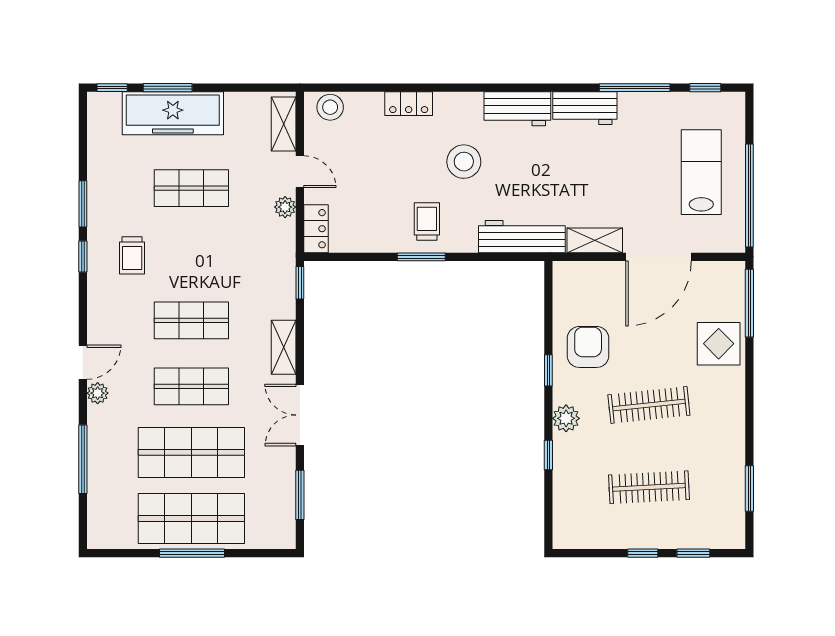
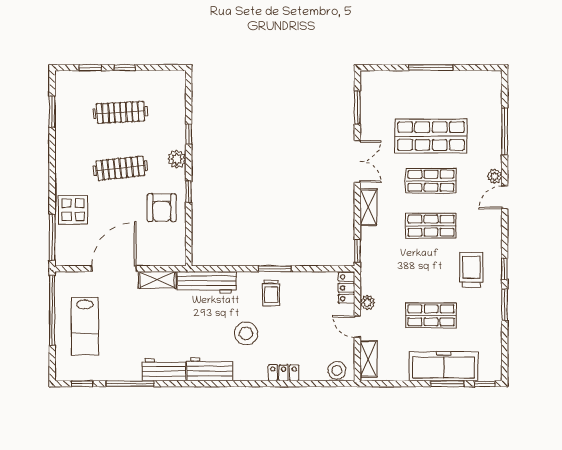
trolley: (132, 255) -> (471, 270), width x1.36, depth x1.39
shop shelf: (191, 518) -> (431, 91), removed

